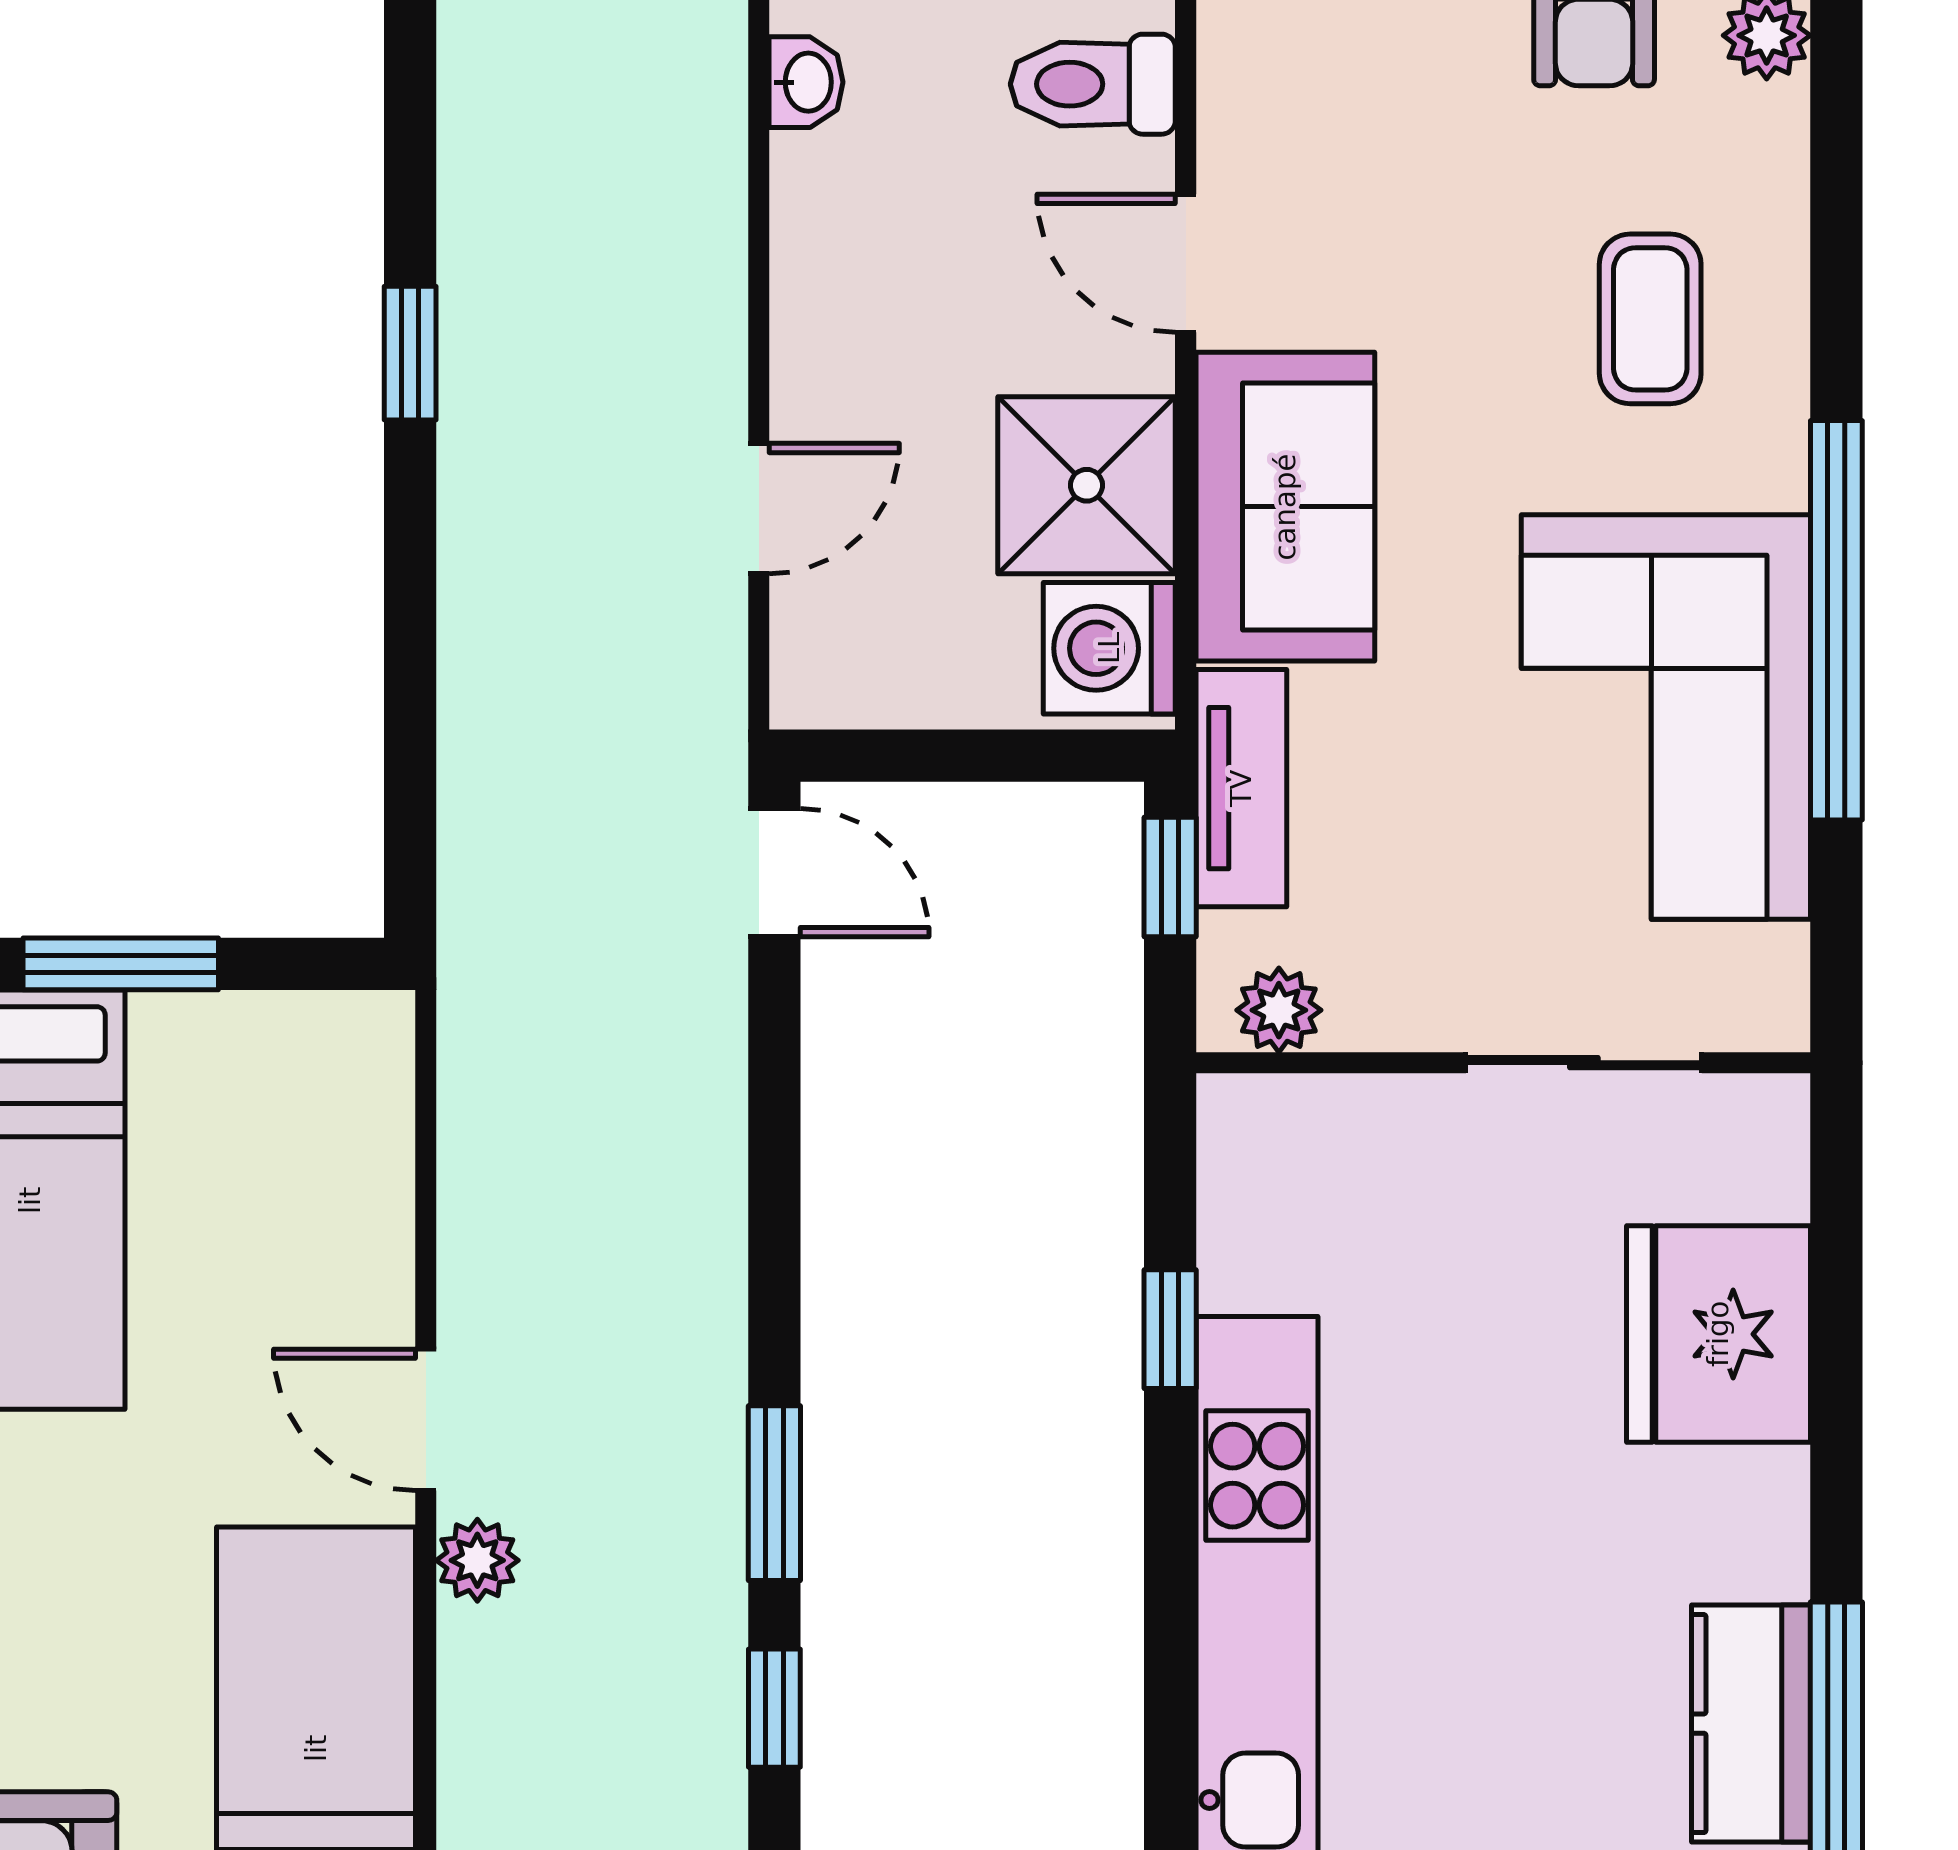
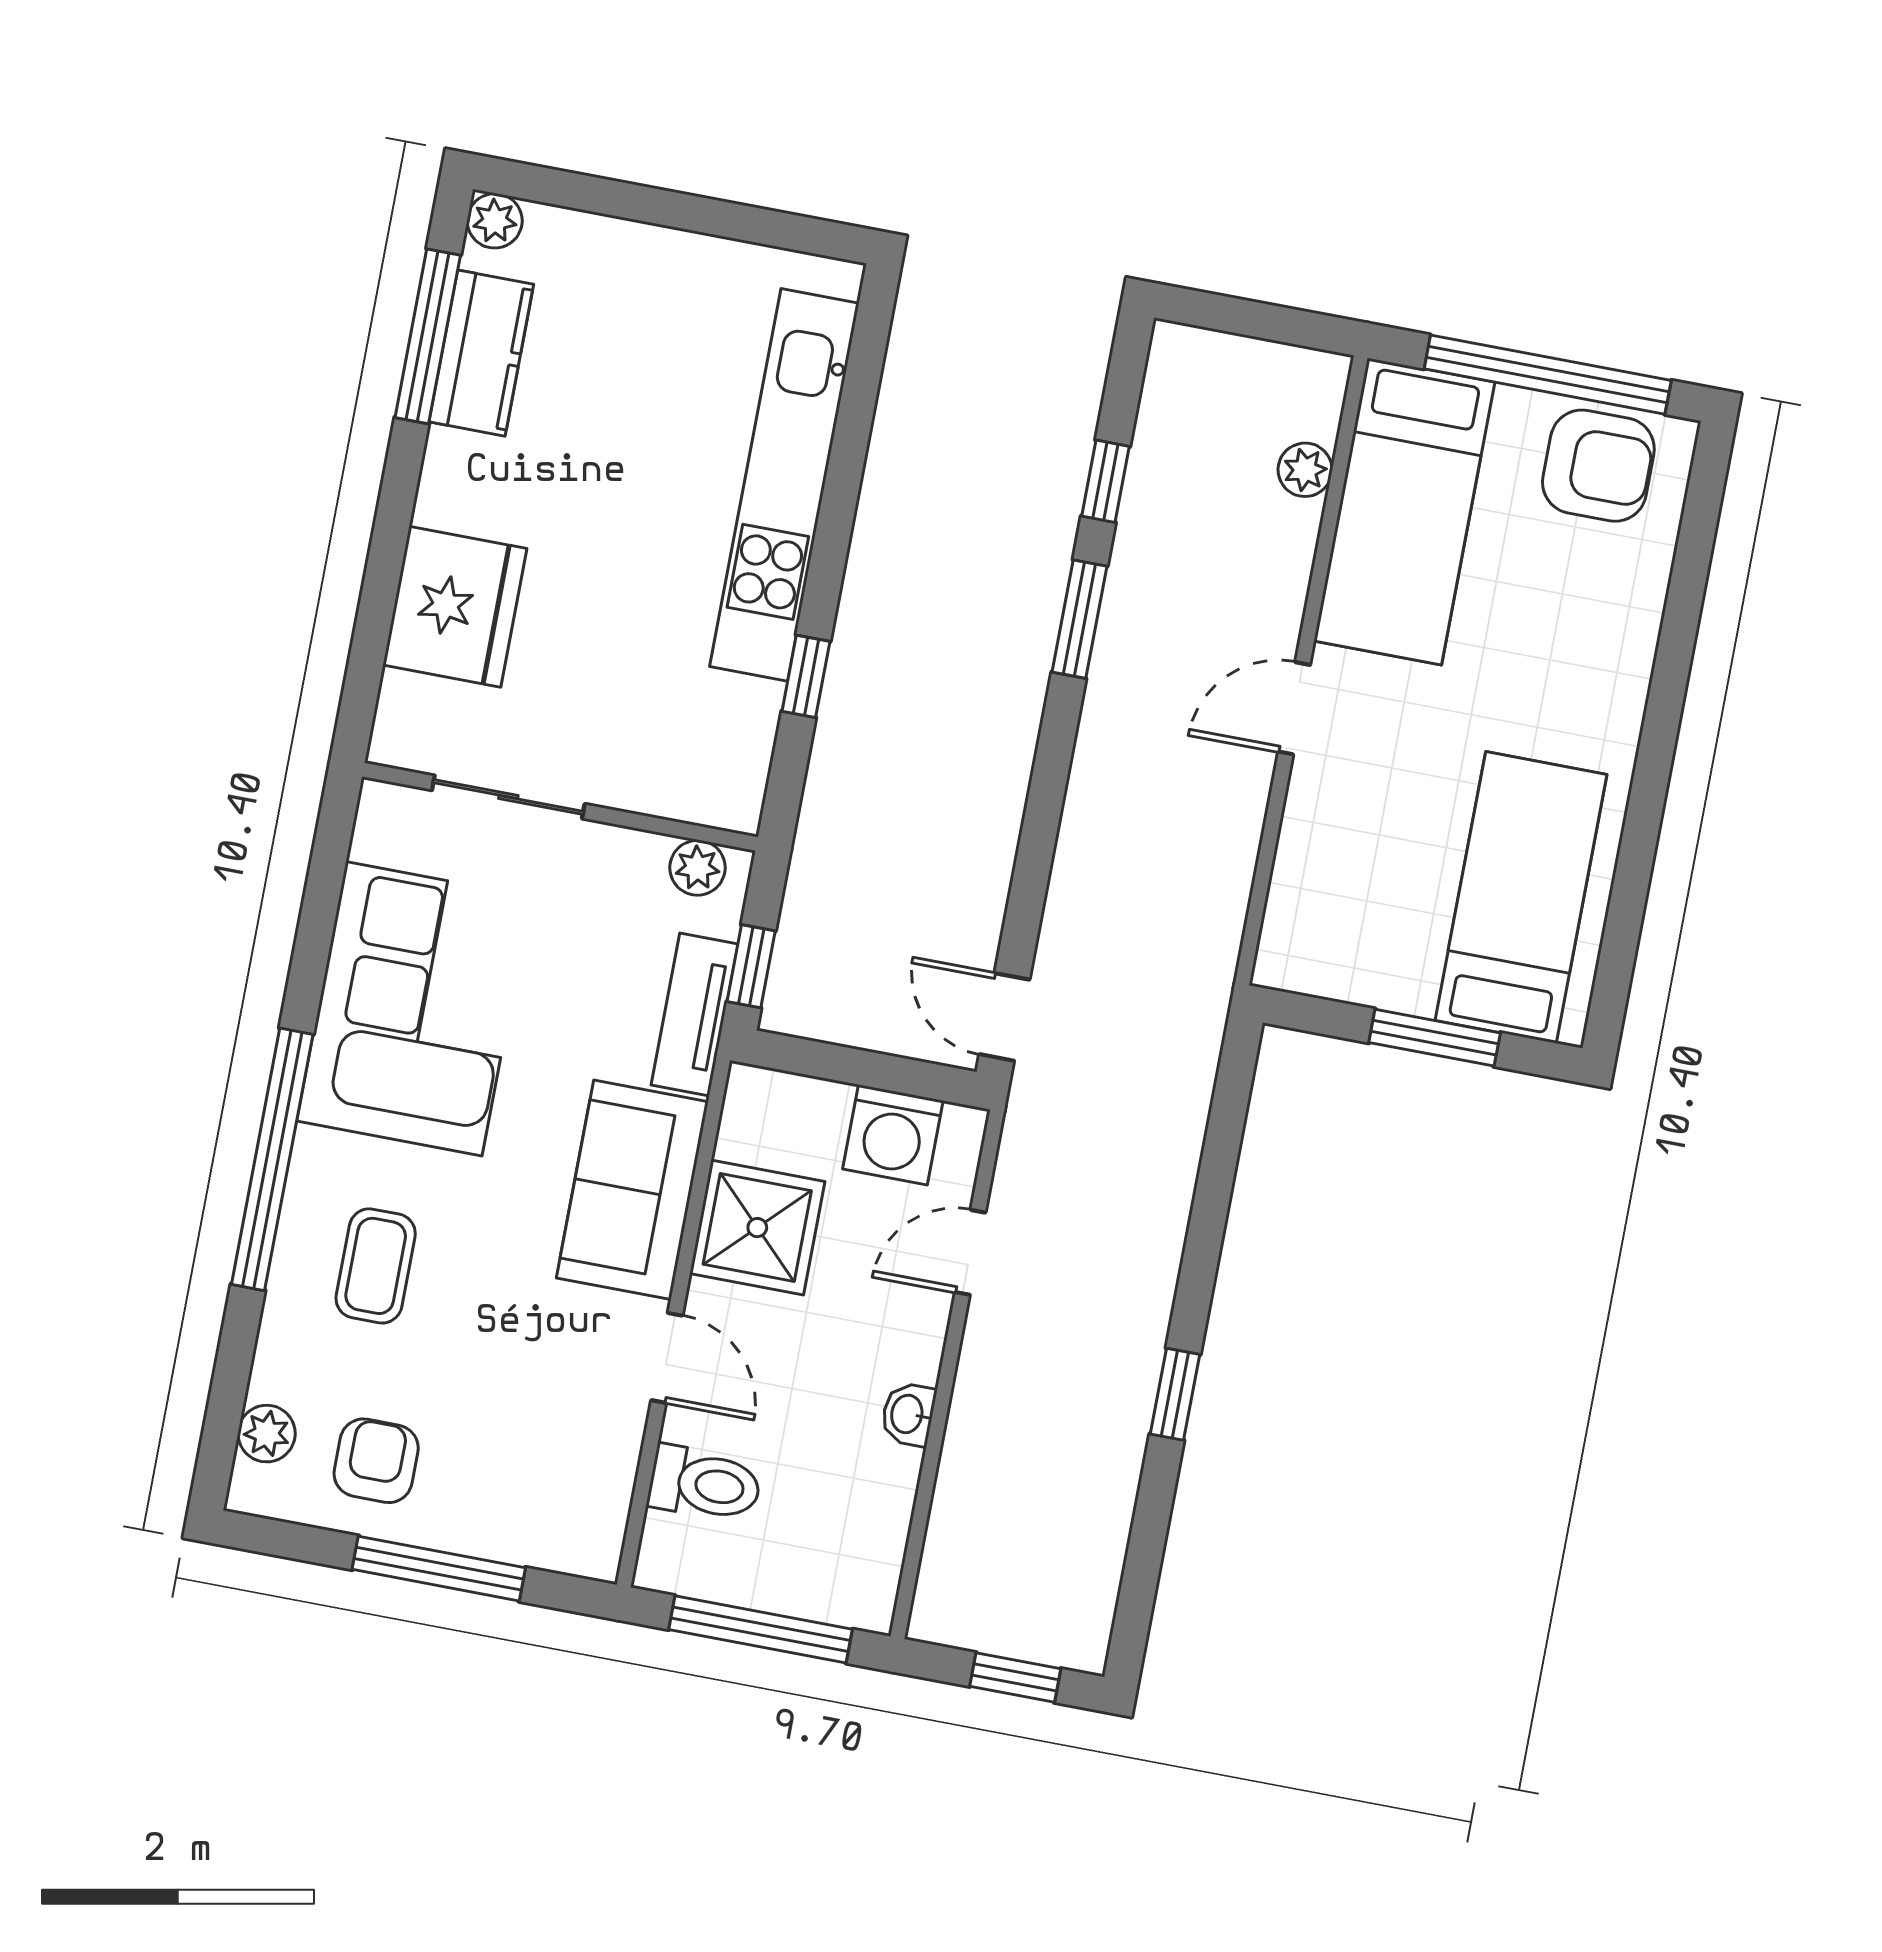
washbasin: (806, 82) -> (908, 1414), moved
window: (1836, 620) -> (272, 1159), moved
washing machine: (1109, 648) -> (893, 1135), moved, turned 90
door: (426, 1420) -> (1294, 708), swing flipped
plant: (477, 1560) -> (1305, 470), moved

